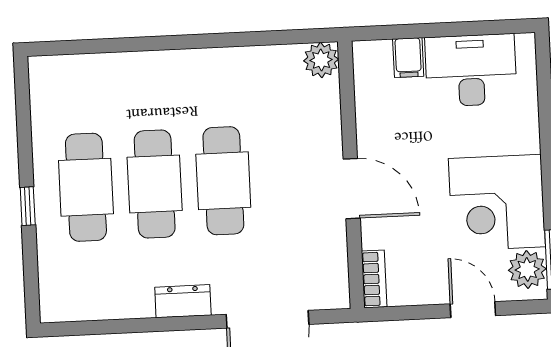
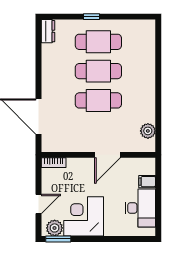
plant: (321, 60) -> (148, 131), moved
door: (352, 189) -> (107, 155), moved
dresser: (183, 301) -> (48, 31), moved

